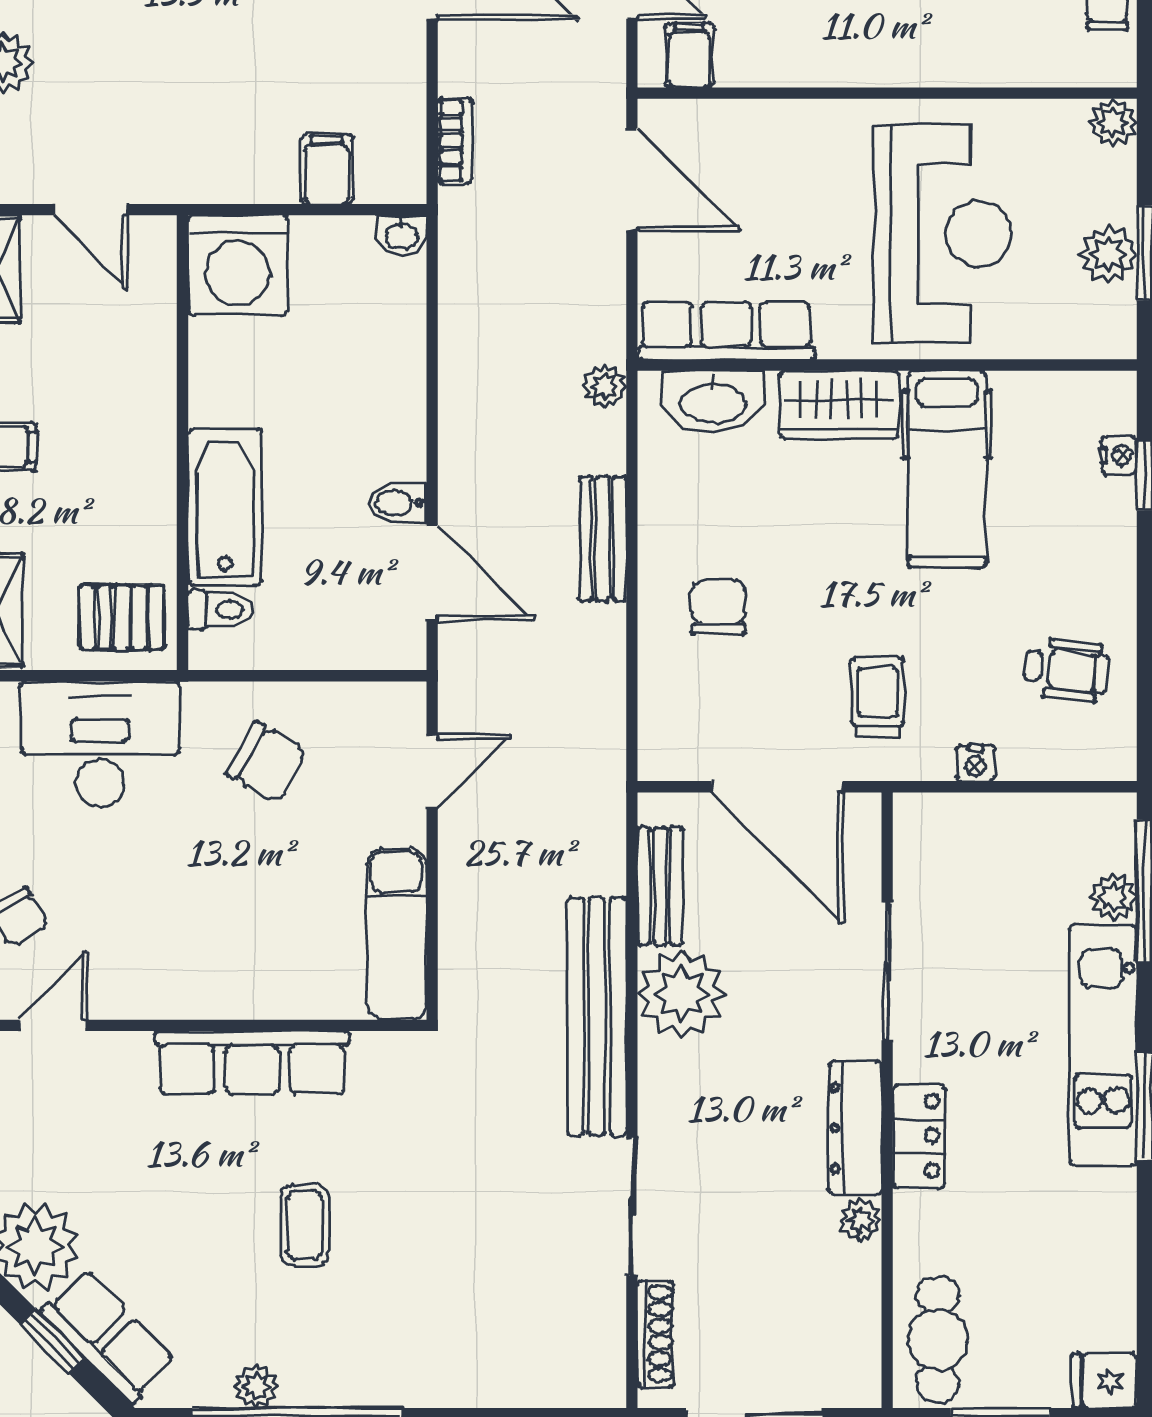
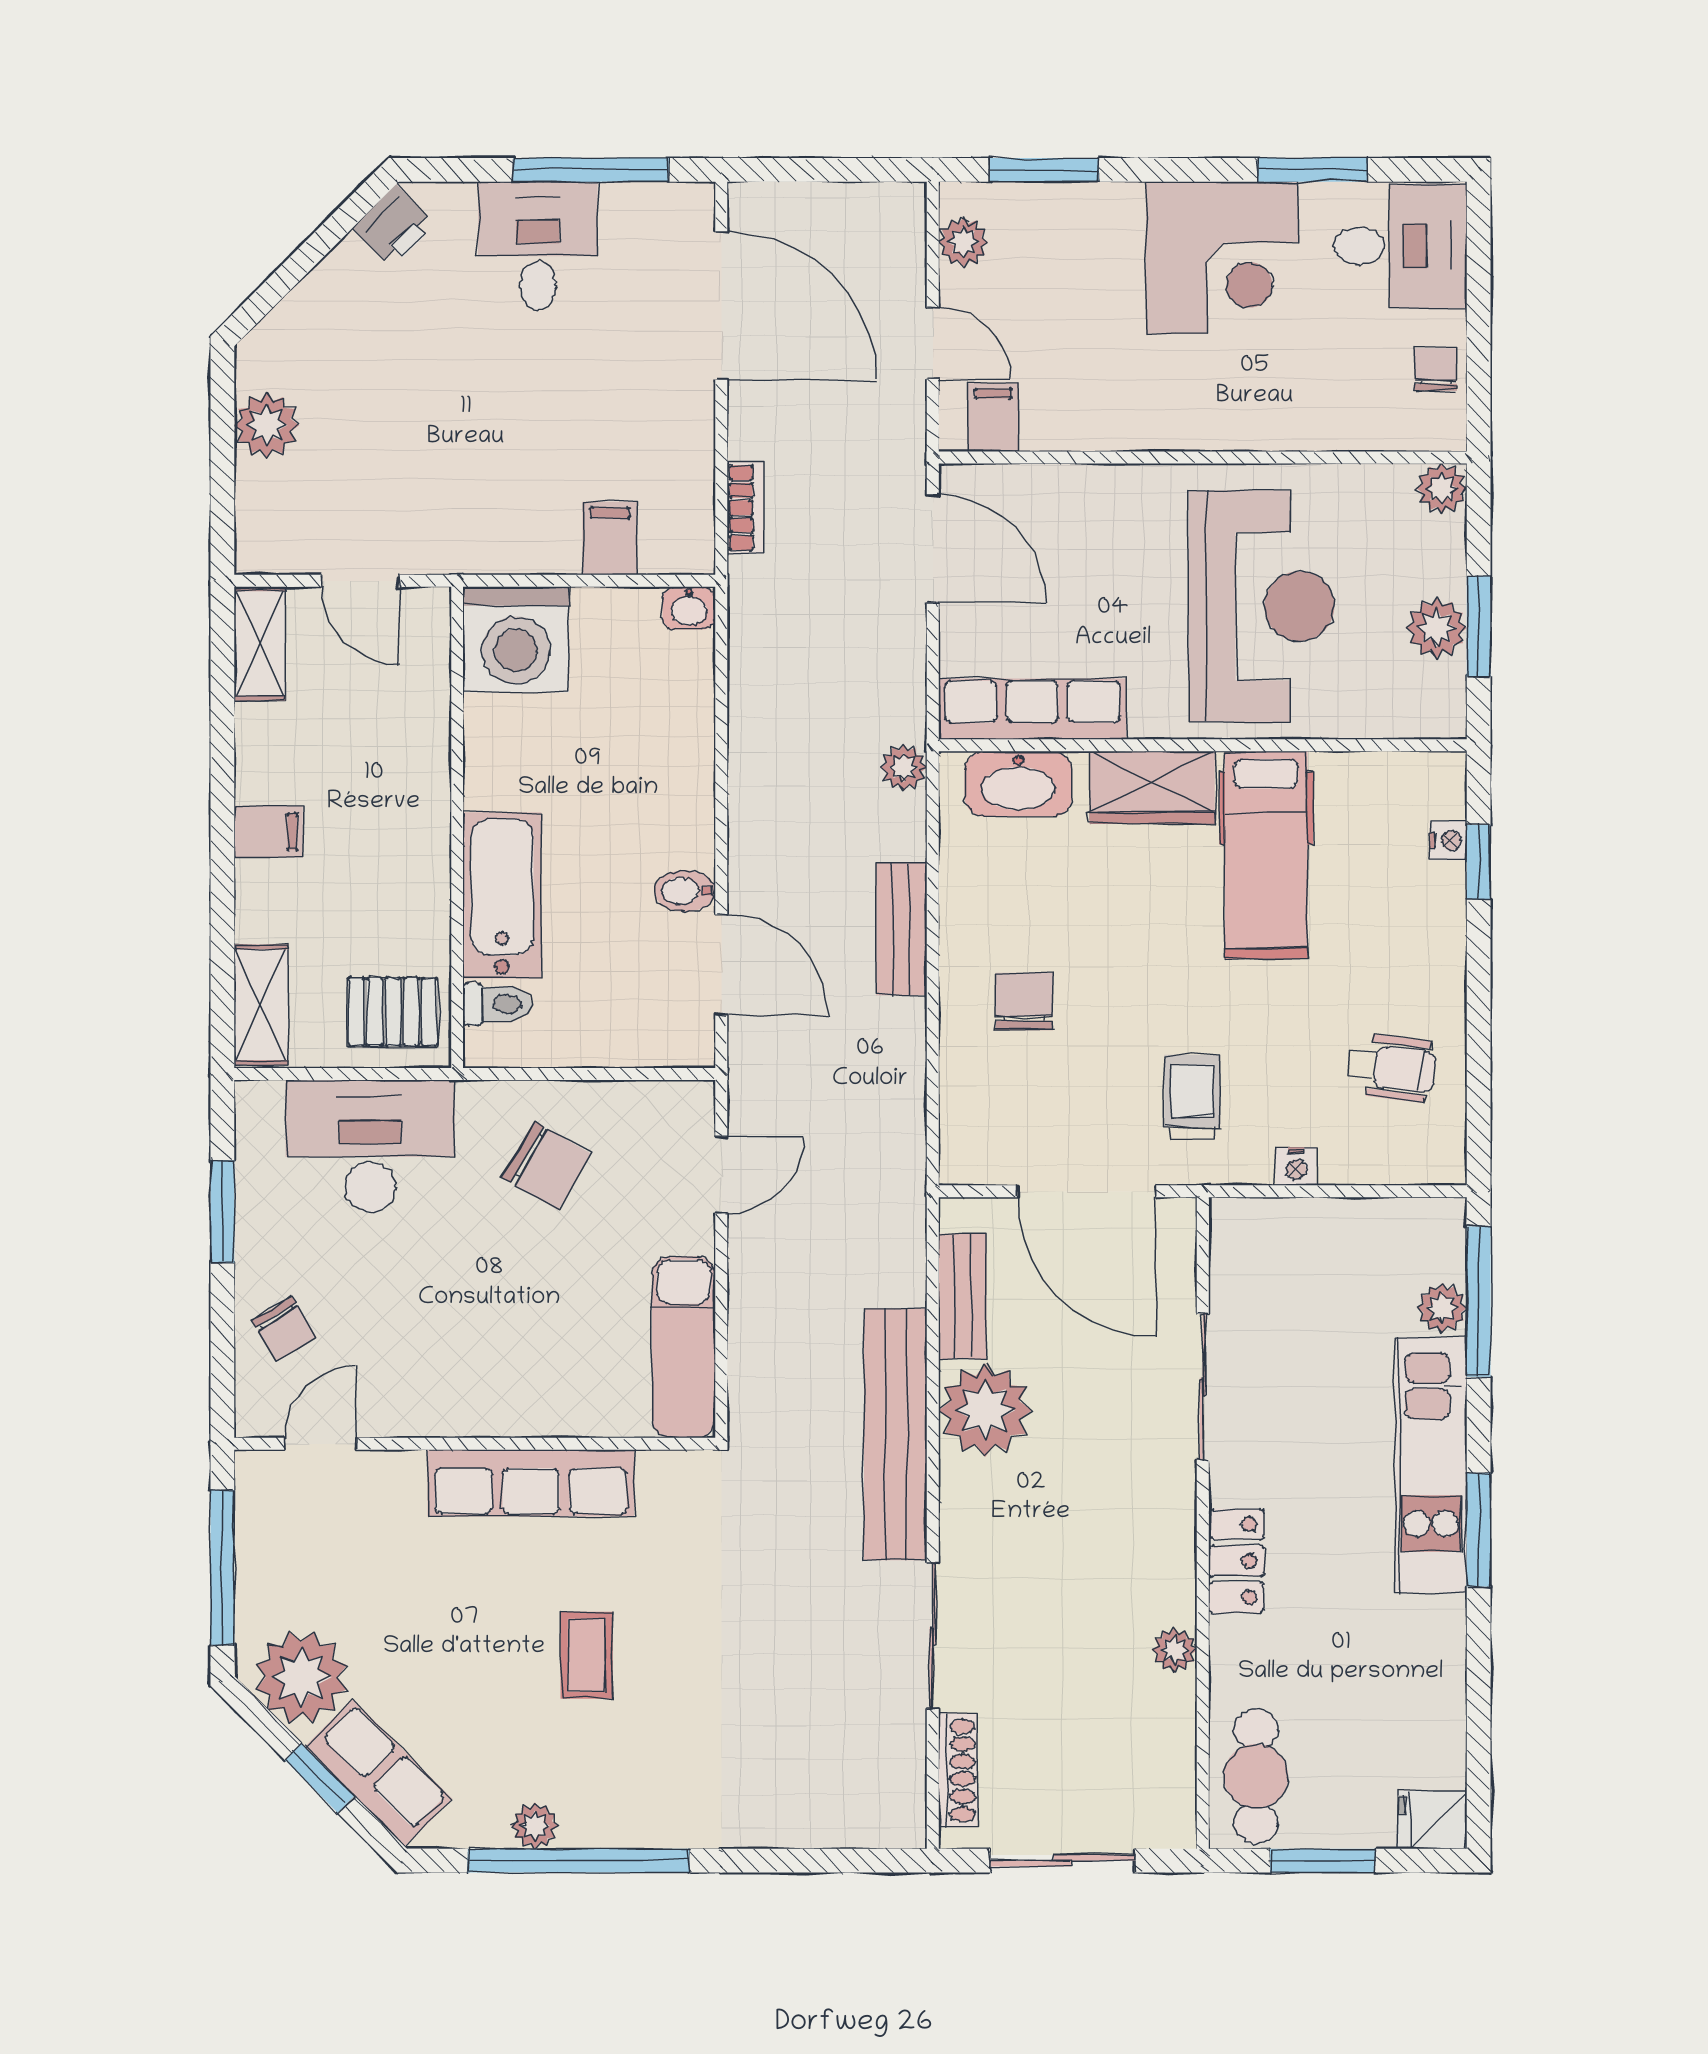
dresser: (855, 1128) -> (1169, 1552), removed

